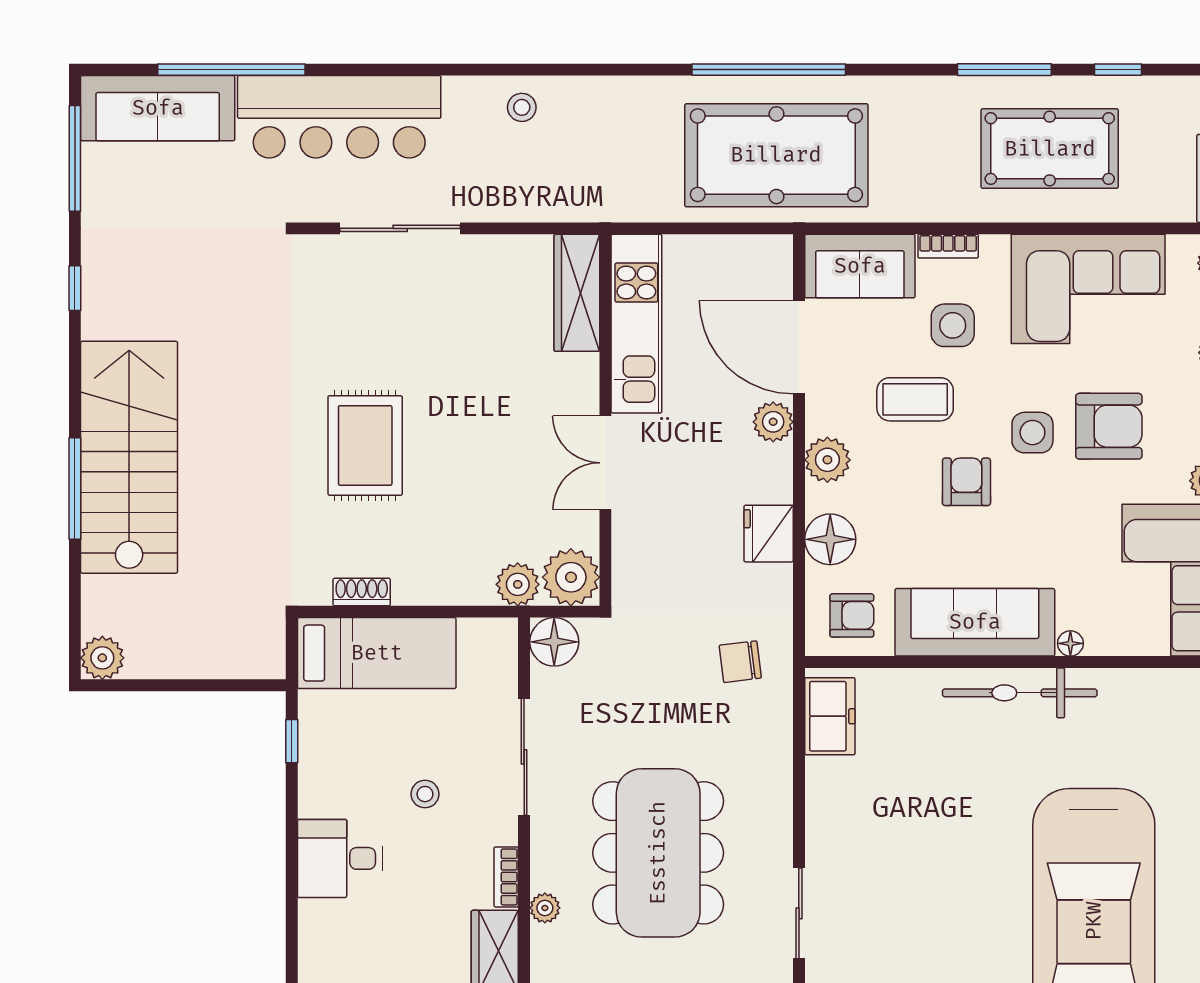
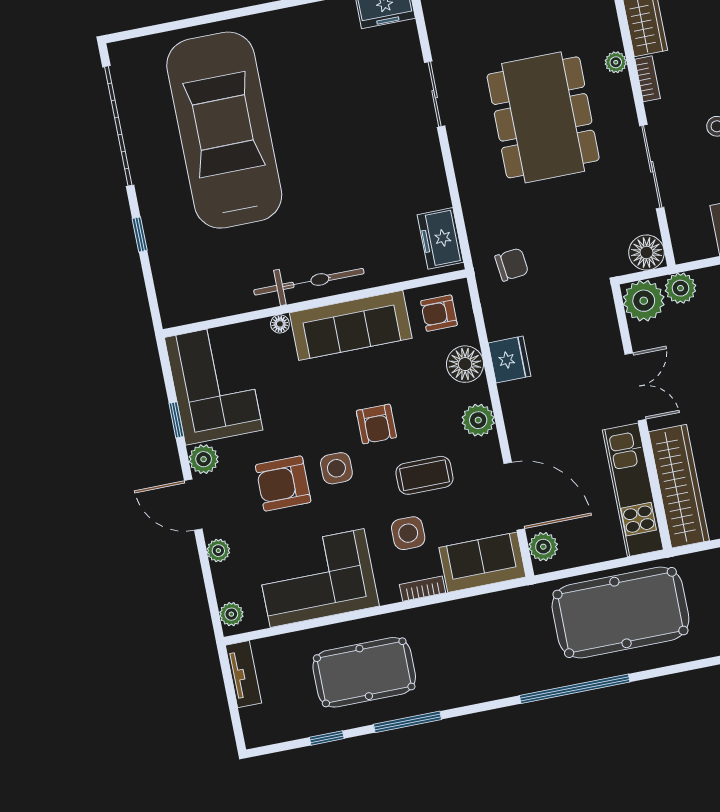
pool table: (776, 155) -> (620, 612), moved
wardrobe: (577, 293) -> (679, 486), width x1.40, depth x1.17
plant: (773, 422) -> (543, 547), moved

